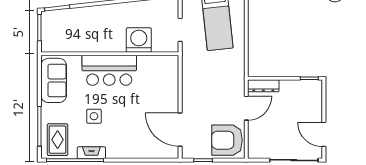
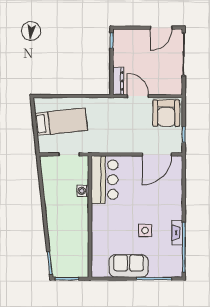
washing machine: (139, 40) -> (83, 191), width x0.53, depth x0.53
bar counter: (109, 70) -> (105, 180), moved
sofa: (54, 80) -> (129, 266), moved
rug: (58, 140) -> (166, 263), removed

